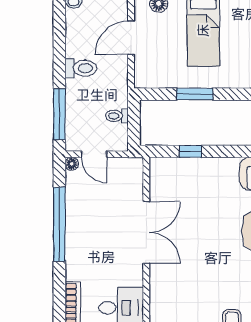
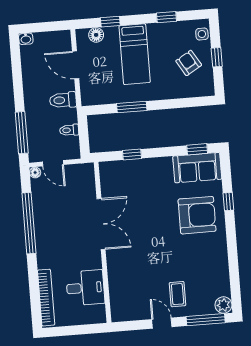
door: (131, 38) -> (76, 65), hinge flipped
toilet: (81, 68) -> (63, 100), moved, turned 180

